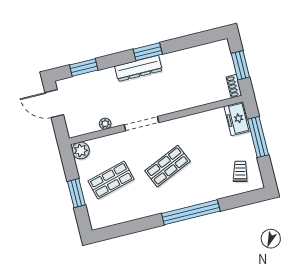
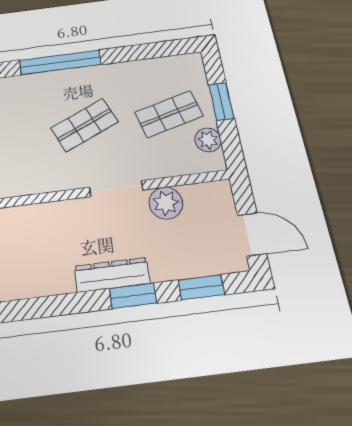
window: (148, 52) -> (133, 296), moved
plant: (105, 124) -> (166, 203), width x1.88, depth x1.88
plant: (81, 150) -> (208, 140), moved

